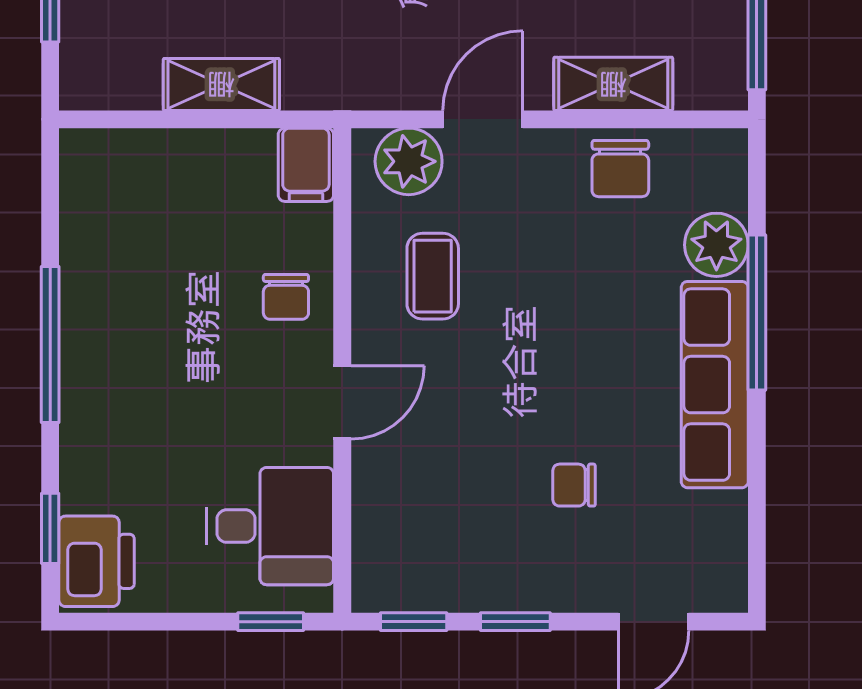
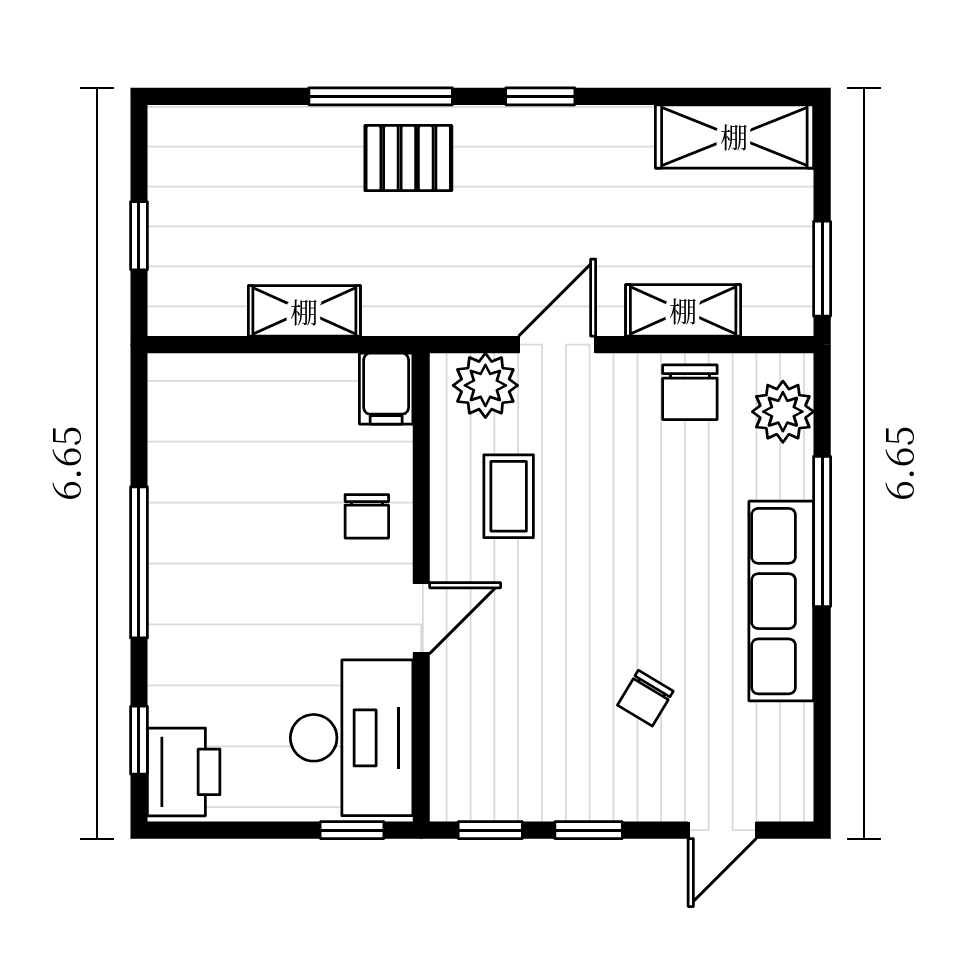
plant: (716, 245) -> (783, 412), moved
chair: (574, 485) -> (645, 698), turned -59
desk: (270, 526) -> (352, 738), width x1.37

